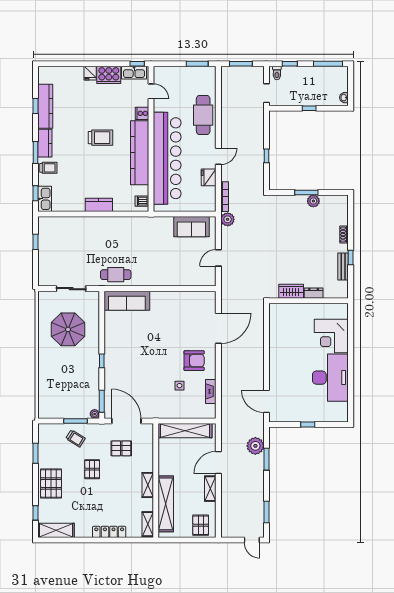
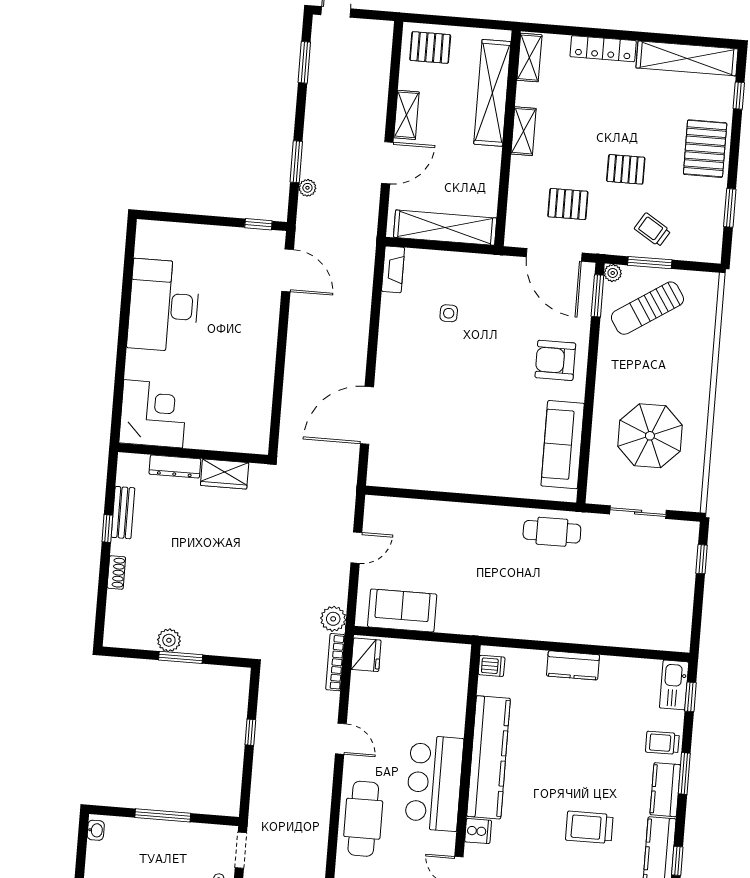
window: (309, 108) -> (163, 815), width x2.17
trolley: (100, 138) -> (589, 827), moved
door: (218, 156) -> (341, 739), swing flipped
bar counter: (167, 158) -> (434, 783), width x0.54
fridge: (209, 177) -> (366, 655), moved
window: (36, 242) -> (702, 559), moved
dresser: (314, 293) -> (175, 466), width x1.44
sofa: (127, 301) -> (563, 445), moved, turned -90
corner desk: (331, 336) -> (153, 414), moved
window: (102, 361) -> (591, 372), removed
armchair: (194, 361) -> (555, 360), moved
fireplace: (211, 391) -> (393, 269), moved
sun lounger: (75, 397) -> (647, 308), added
window: (308, 425) -> (258, 224), moved
plant: (255, 446) -> (307, 188), width x0.53, depth x0.53
pallet: (92, 469) -> (626, 169), turned 90
pallet: (201, 525) -> (430, 47), turned 90
shelving: (56, 530) -> (687, 58), width x1.47

